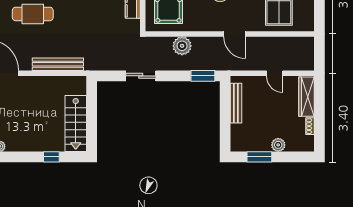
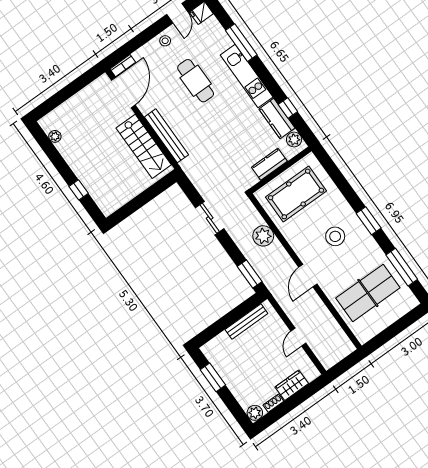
wardrobe: (307, 97) -> (292, 385), width x0.67
stairs: (76, 124) -> (144, 146), moved, turned -90
plant: (278, 145) -> (255, 413), moved

